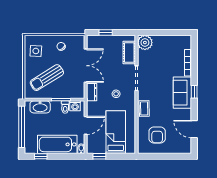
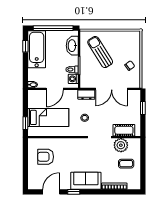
plant: (145, 43) -> (121, 145), moved
side table: (36, 51) -> (125, 42), removed
window: (194, 92) -> (74, 192), moved
coffee table: (144, 108) -> (126, 164), moved
door: (86, 125) -> (55, 89), hinge flipped
bathtub: (57, 144) -> (37, 49), moved
window: (99, 156) -> (25, 123), moved

